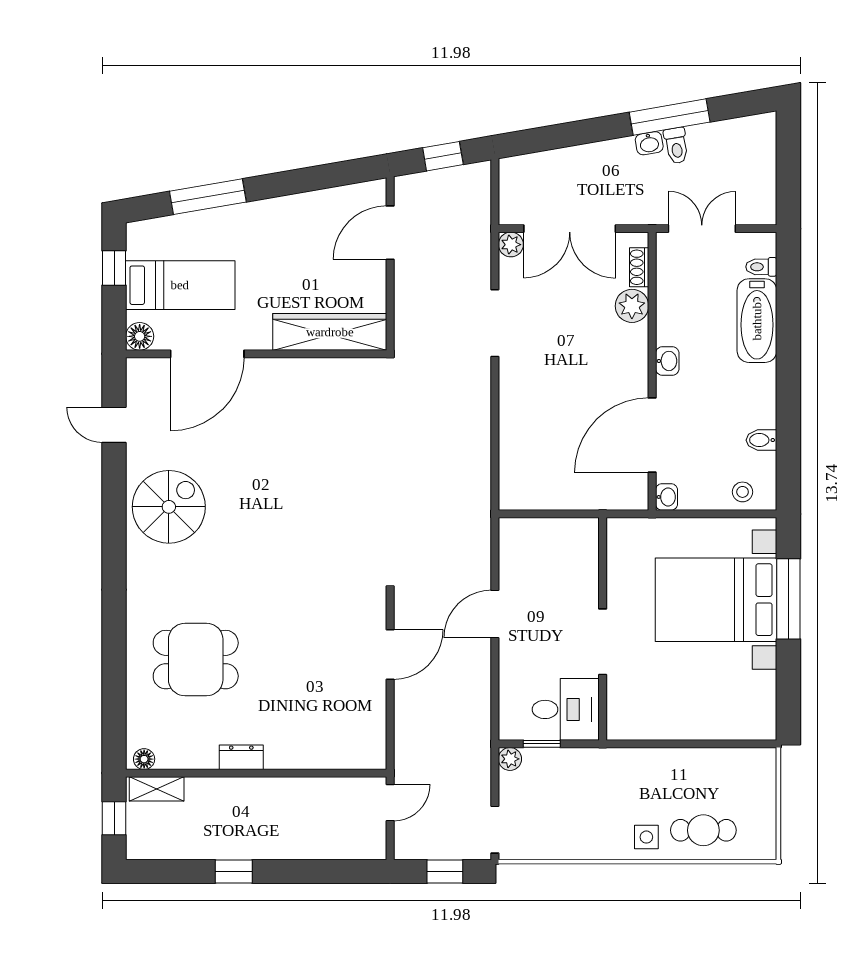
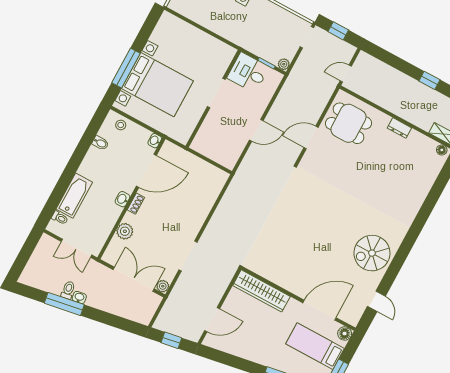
shoe rack: (639, 267) -> (136, 204), moved
dining table: (196, 660) -> (348, 123), moved

